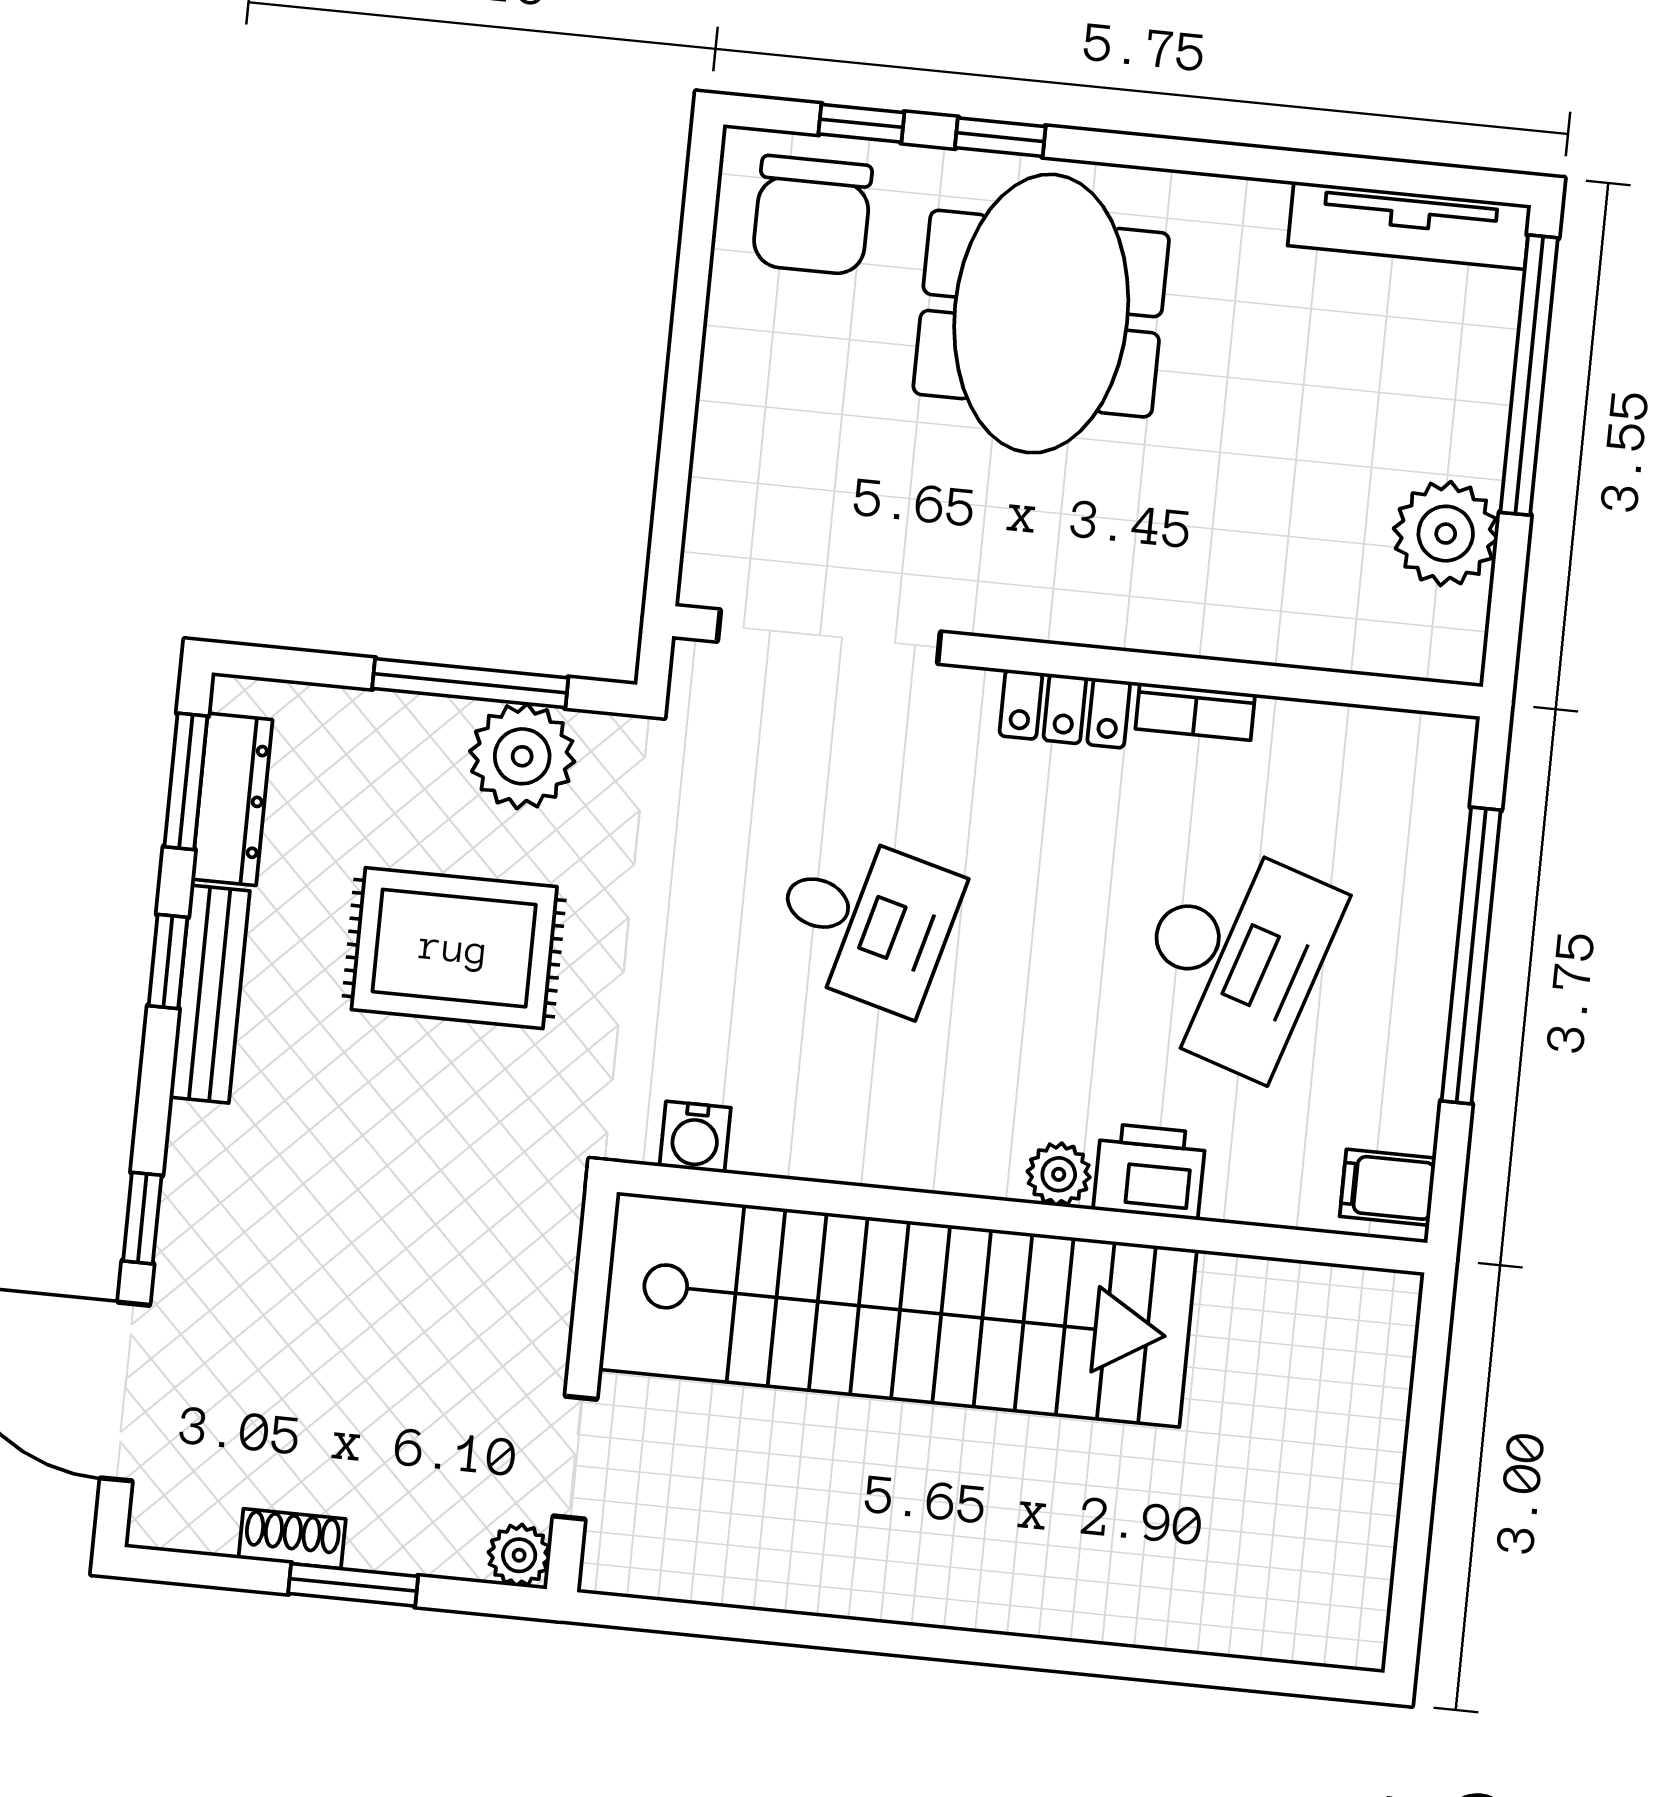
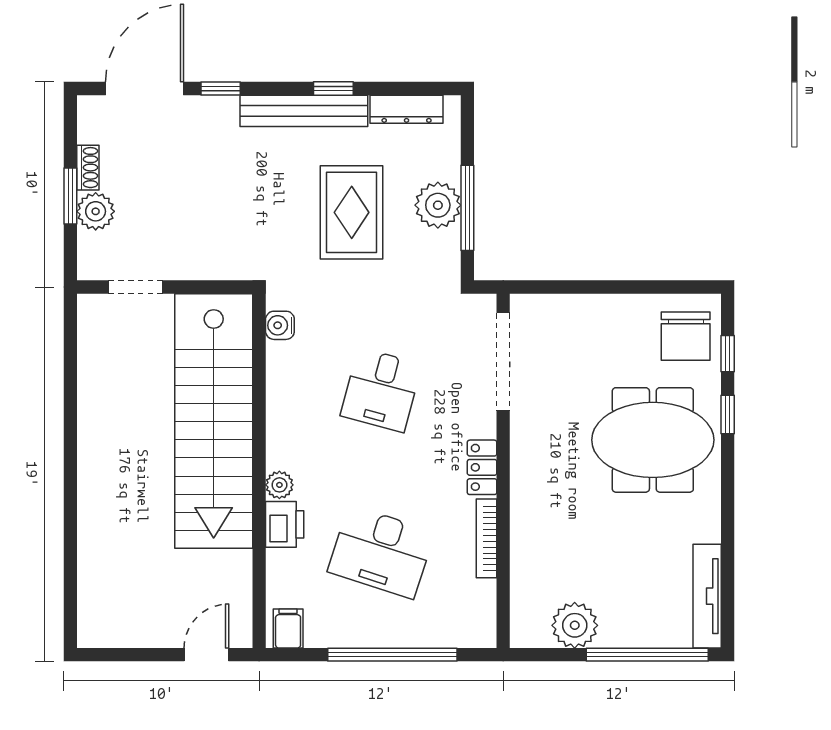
chair: (812, 215) -> (686, 336), turned -90
bookcase: (1195, 711) -> (487, 538), width x1.56
plant: (522, 756) -> (438, 205), moved
window: (186, 781) -> (412, 89), removed
bench: (210, 994) -> (304, 111), width x1.37, depth x1.21
door: (1429, 1379) -> (206, 655), added
plant: (519, 1555) -> (96, 211), moved, width x1.38, depth x1.38

